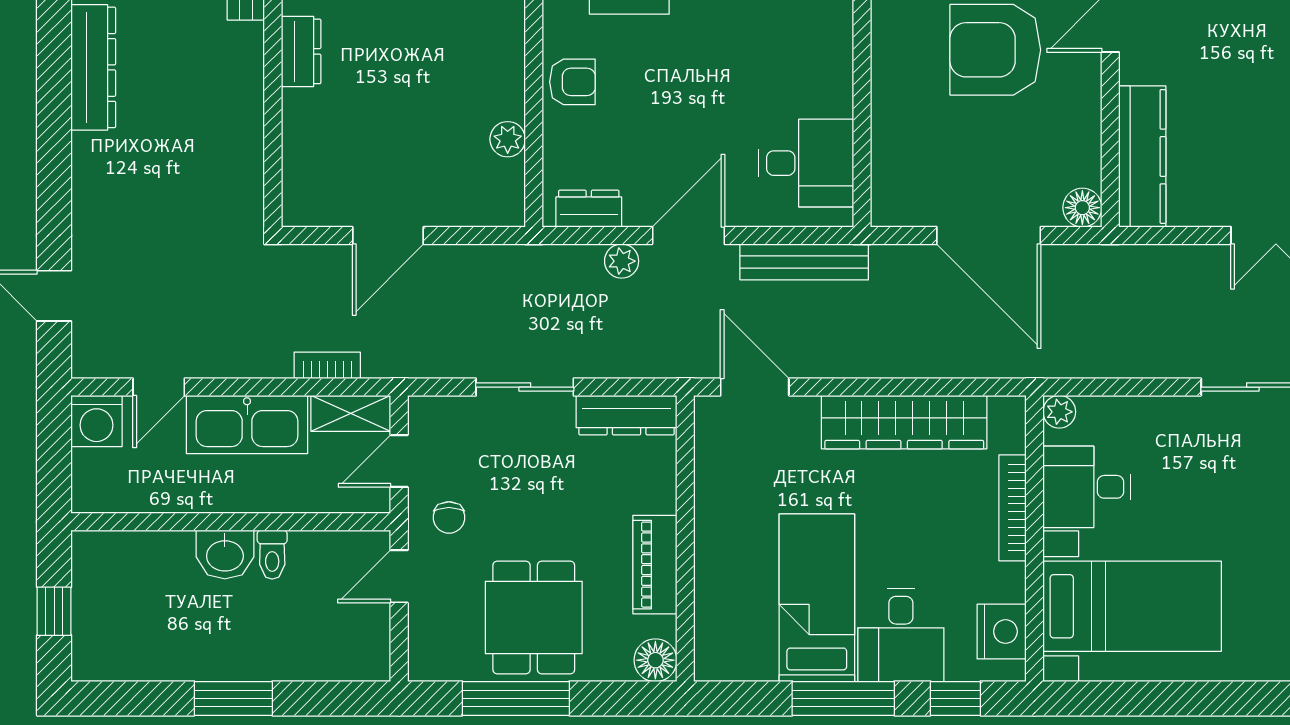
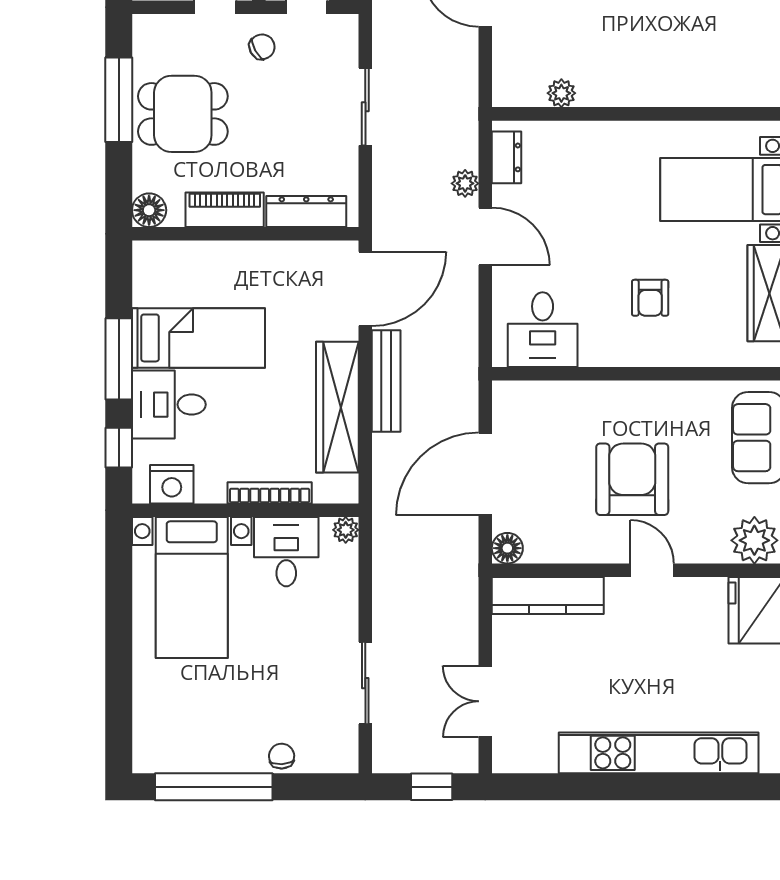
armchair: (572, 82) -> (650, 298), moved
bench: (804, 262) -> (386, 381), moved
door: (755, 387) -> (365, 289), width x1.36
dresser: (627, 415) -> (306, 212), moved, turned 90
chair: (449, 517) -> (262, 47), turned 151

